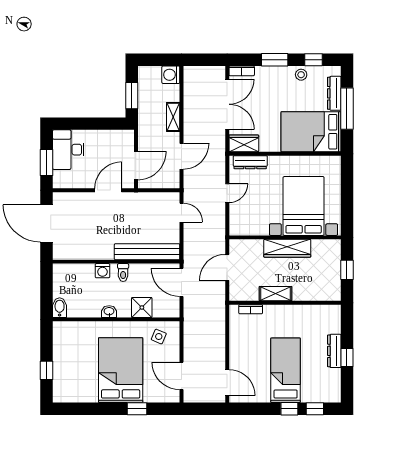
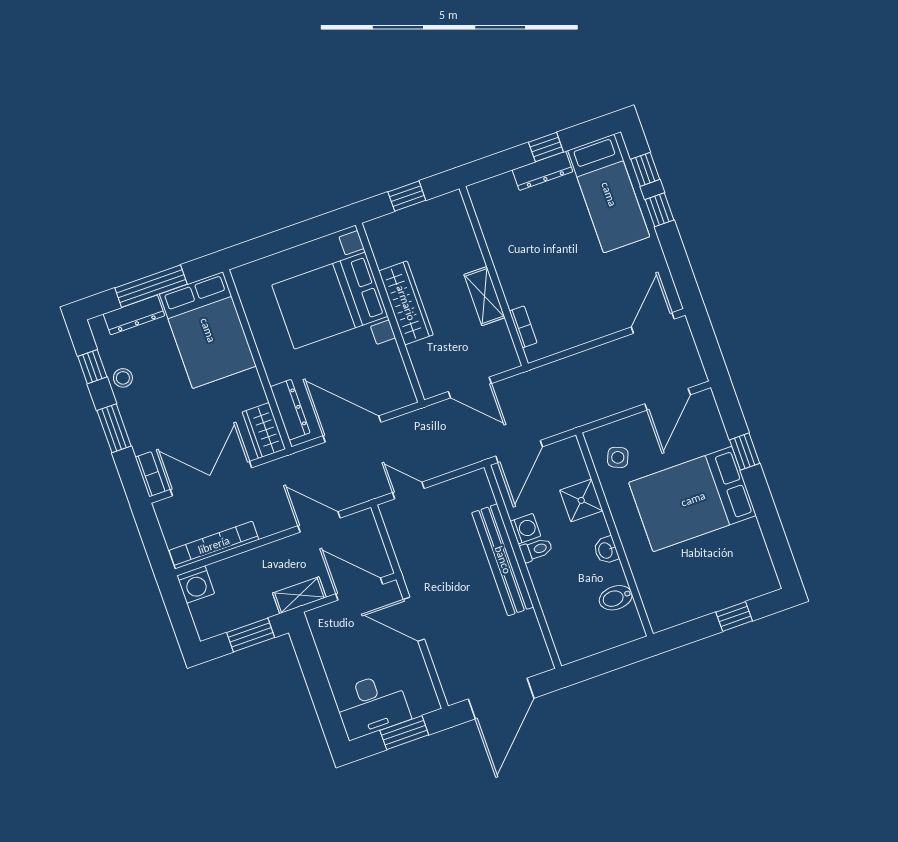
bookcase: (189, 93) -> (214, 545), added
shelving: (173, 117) -> (299, 595), moved
door: (227, 193) -> (352, 429), width x1.87
door: (182, 213) -> (408, 490), hinge flipped
bench: (147, 252) -> (503, 560), moved
washing machine: (102, 271) -> (525, 529), moved
bidet: (60, 308) -> (616, 598), moved
bed: (286, 370) -> (609, 194), moved, turned -90

